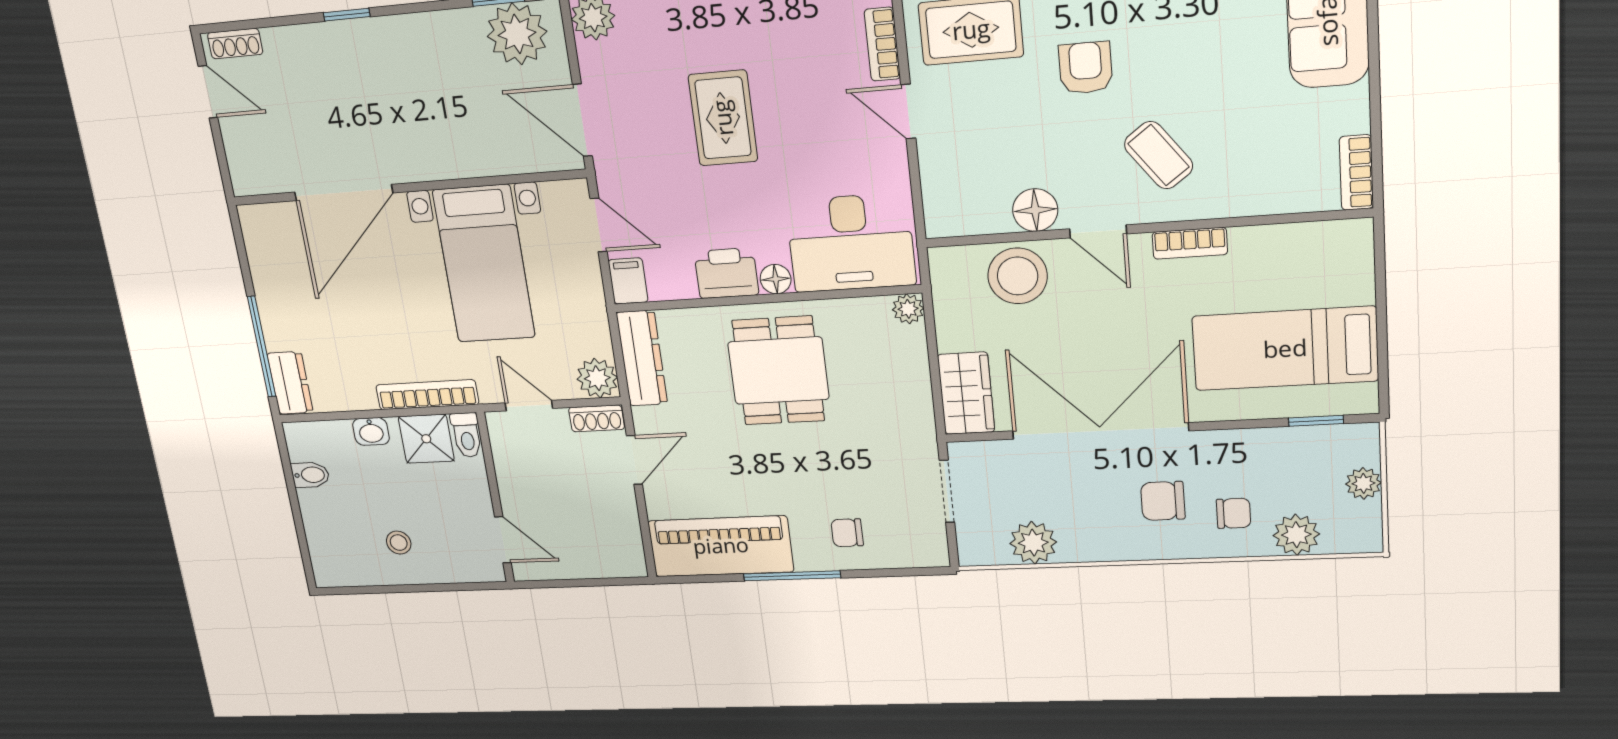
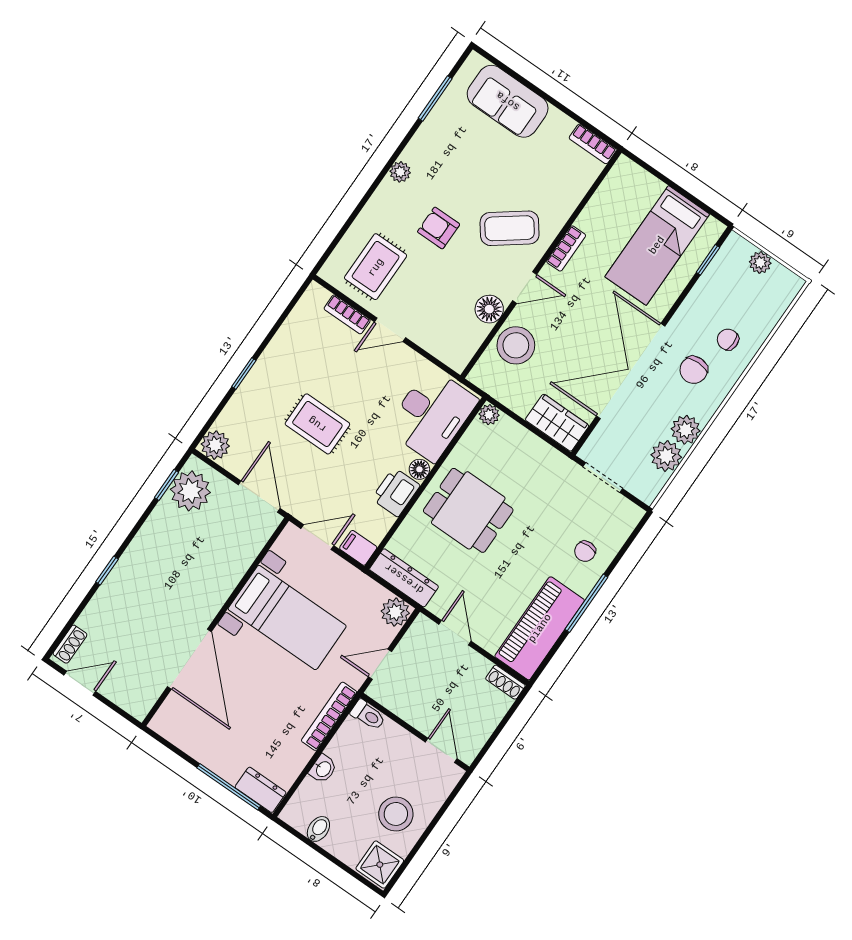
door: (582, 120) -> (259, 497), swing flipped
coffee table: (1159, 155) -> (510, 228), width x1.36, depth x1.30
shoe rack: (597, 418) -> (505, 682), moved, turned 90
shower: (426, 439) -> (380, 865), moved
chair: (1234, 513) -> (728, 340), turned -90
plant: (1296, 535) -> (686, 430), moved
door: (503, 540) -> (441, 750), hinge flipped
stool: (399, 543) -> (396, 814), width x1.89, depth x1.89

